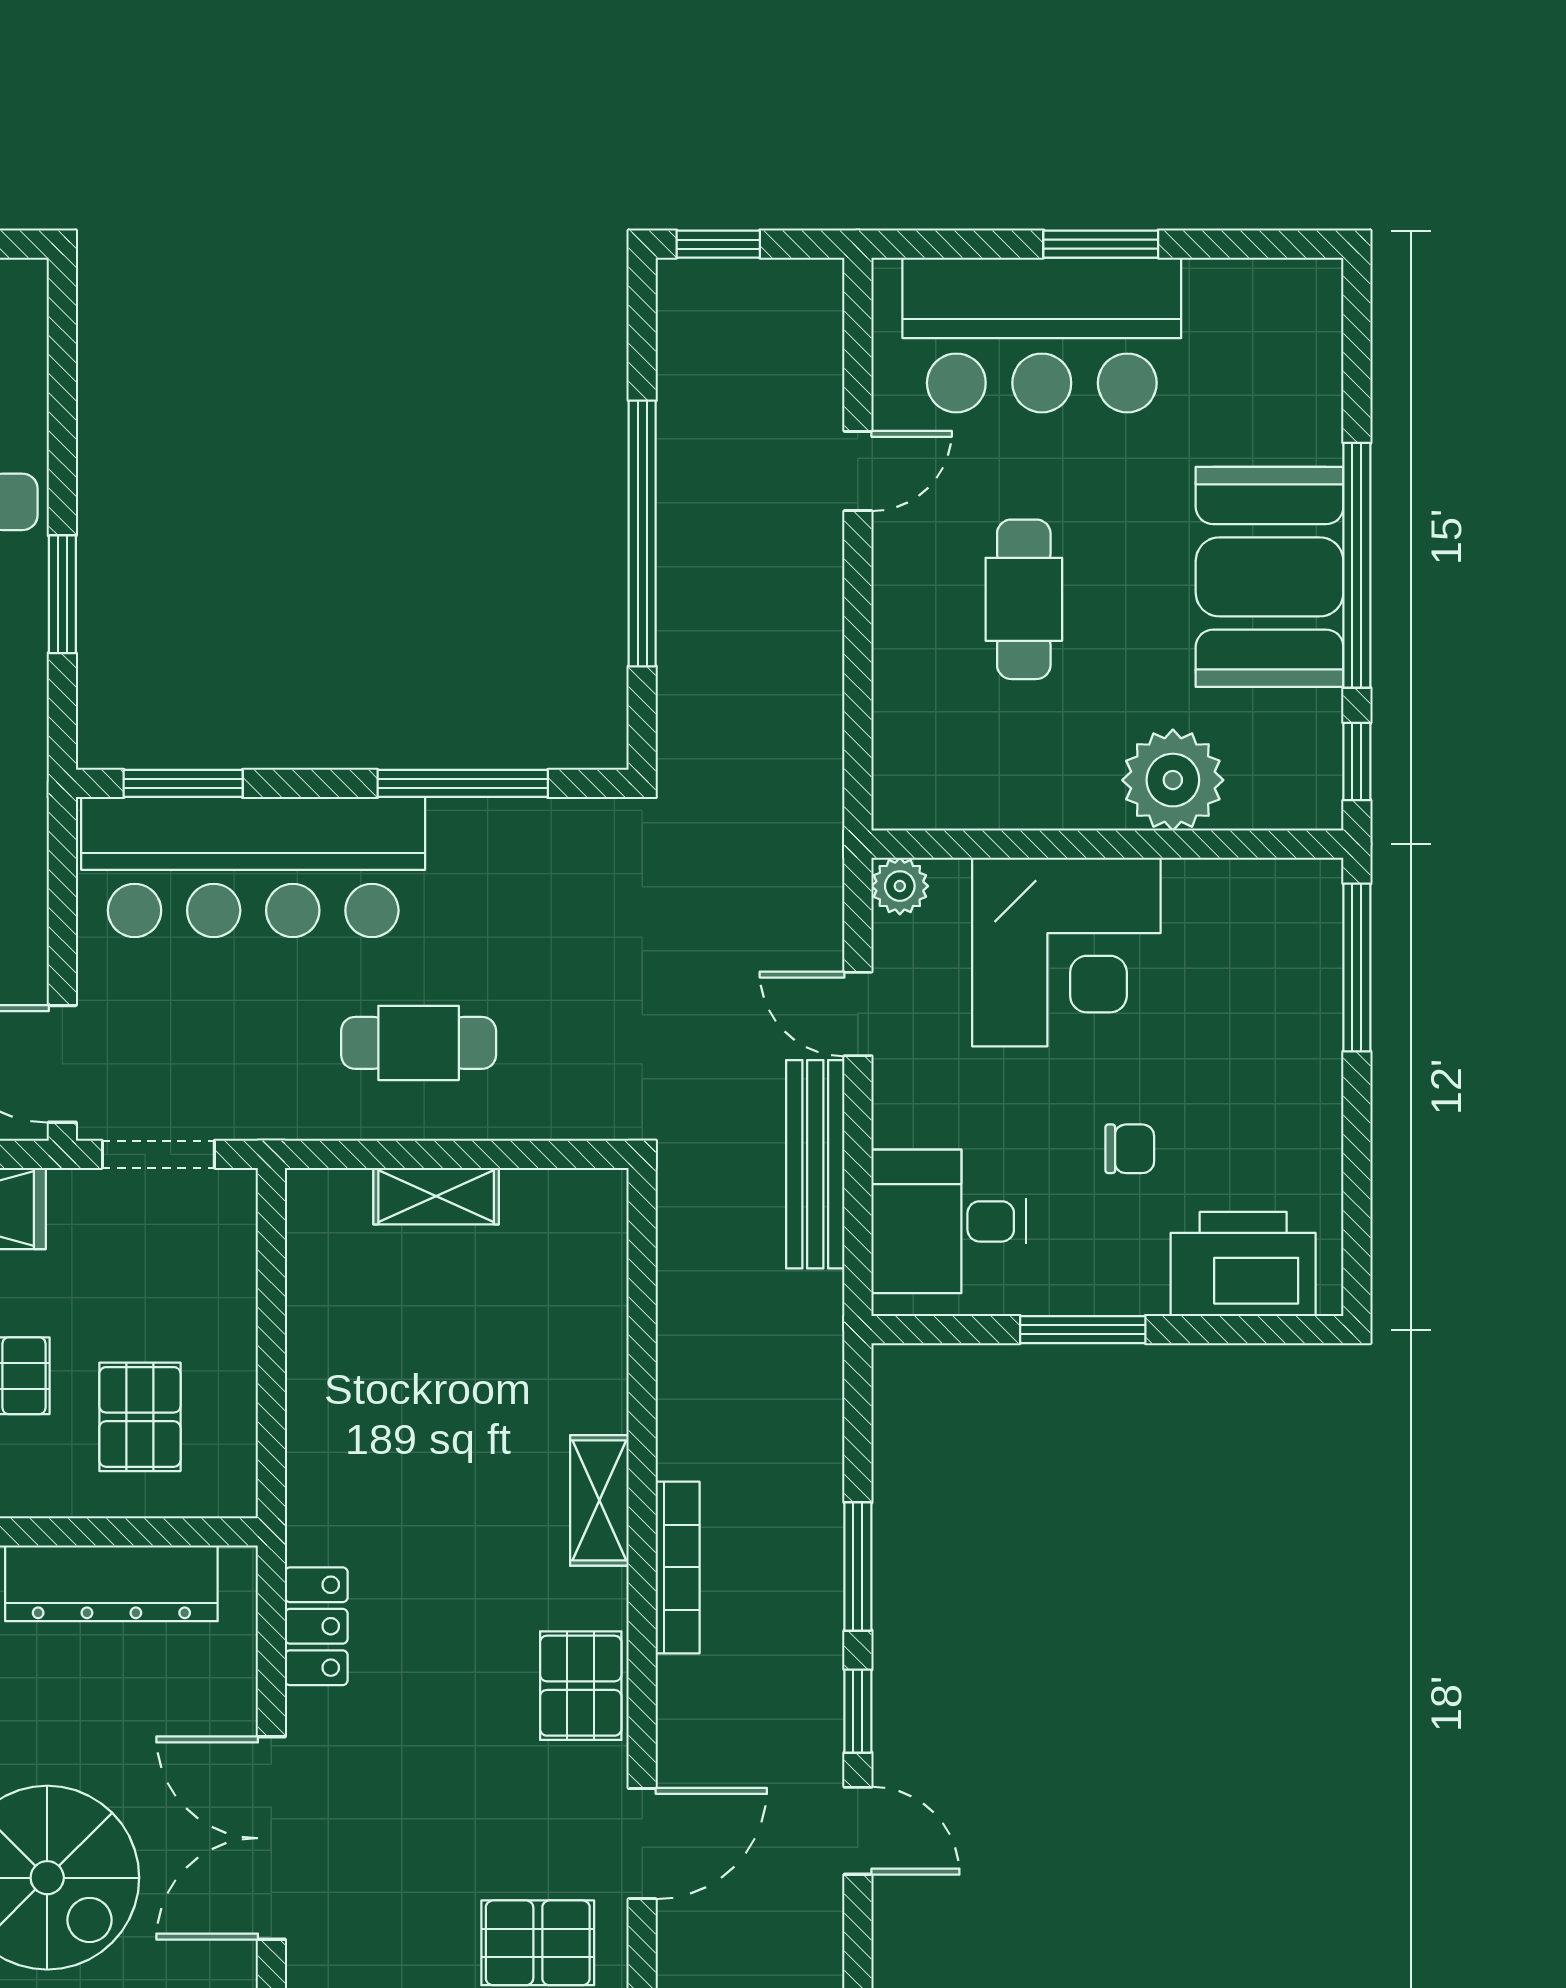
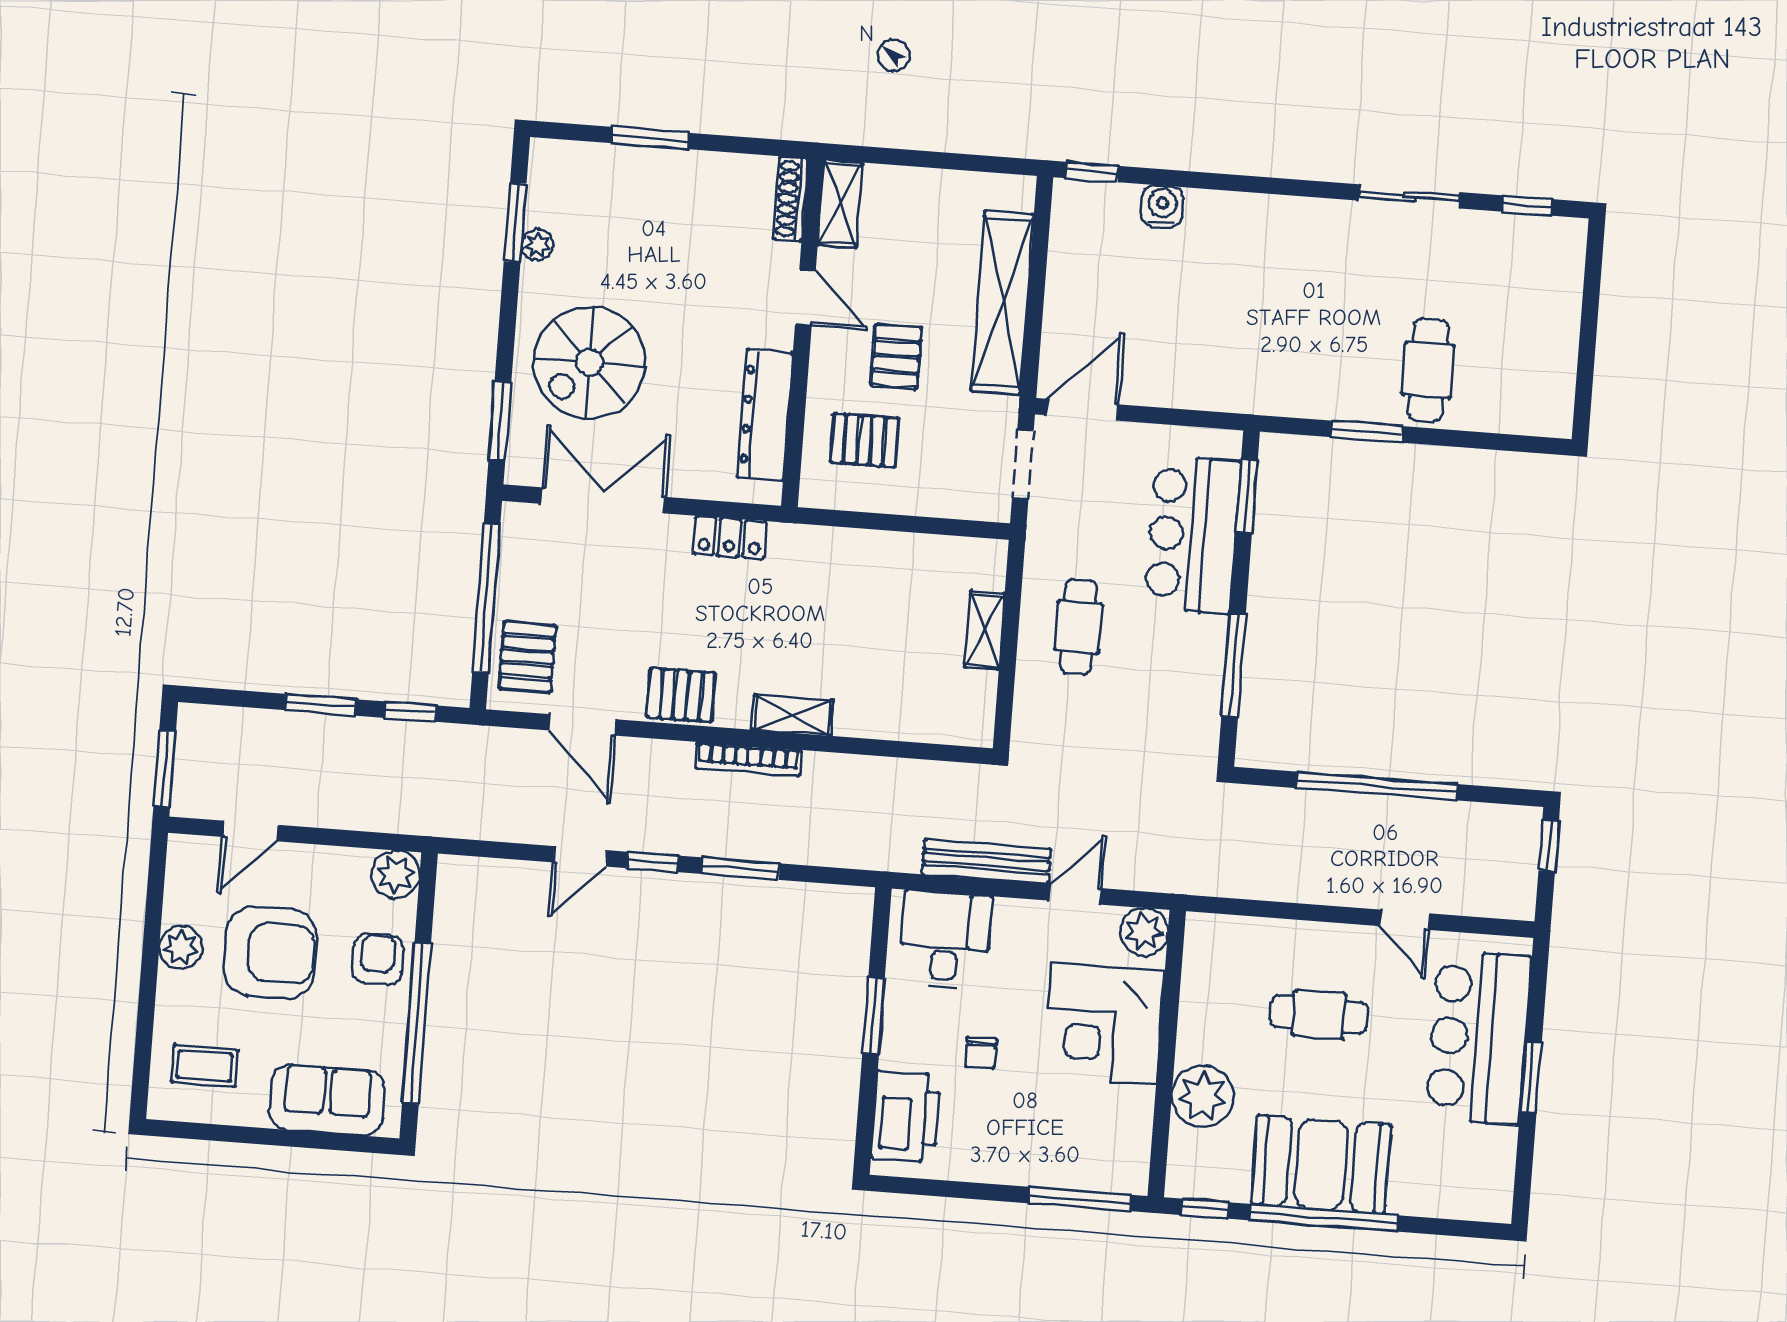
bar counter: (253, 867) -> (1193, 535), width x0.73
plant: (900, 886) -> (1144, 932), width x1.38, depth x1.38

